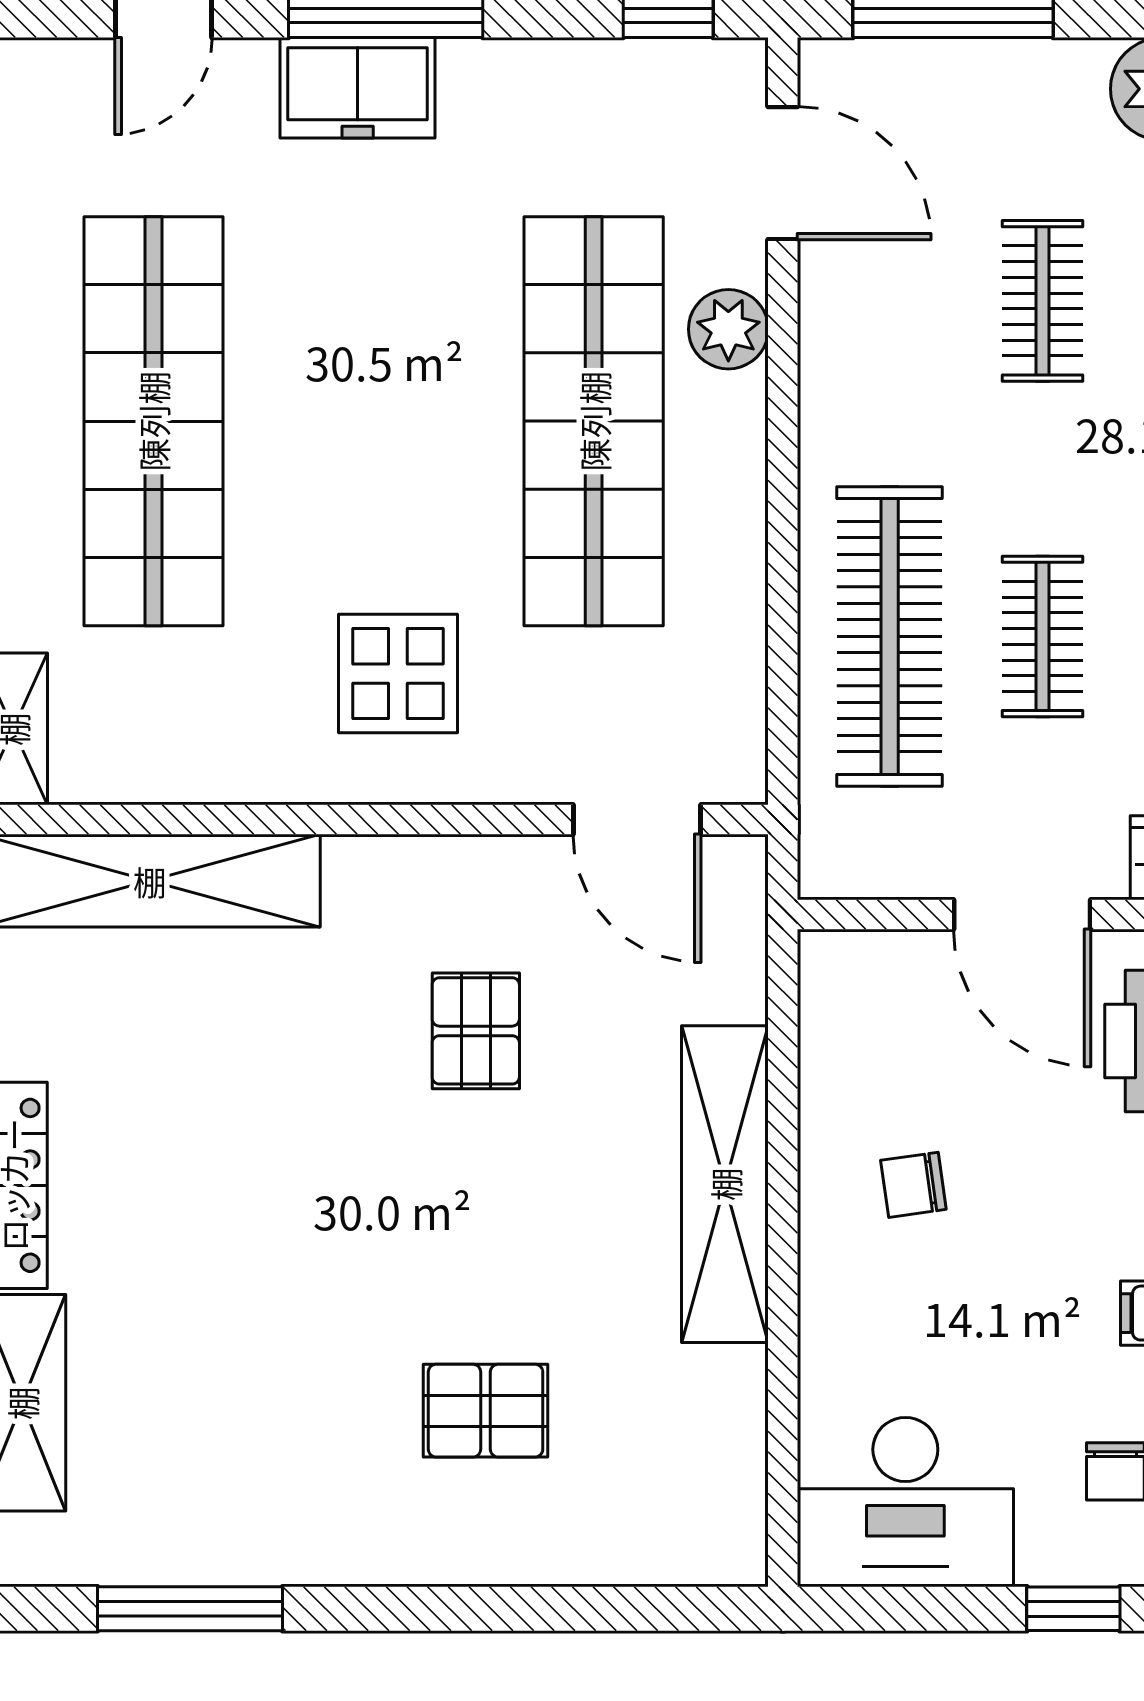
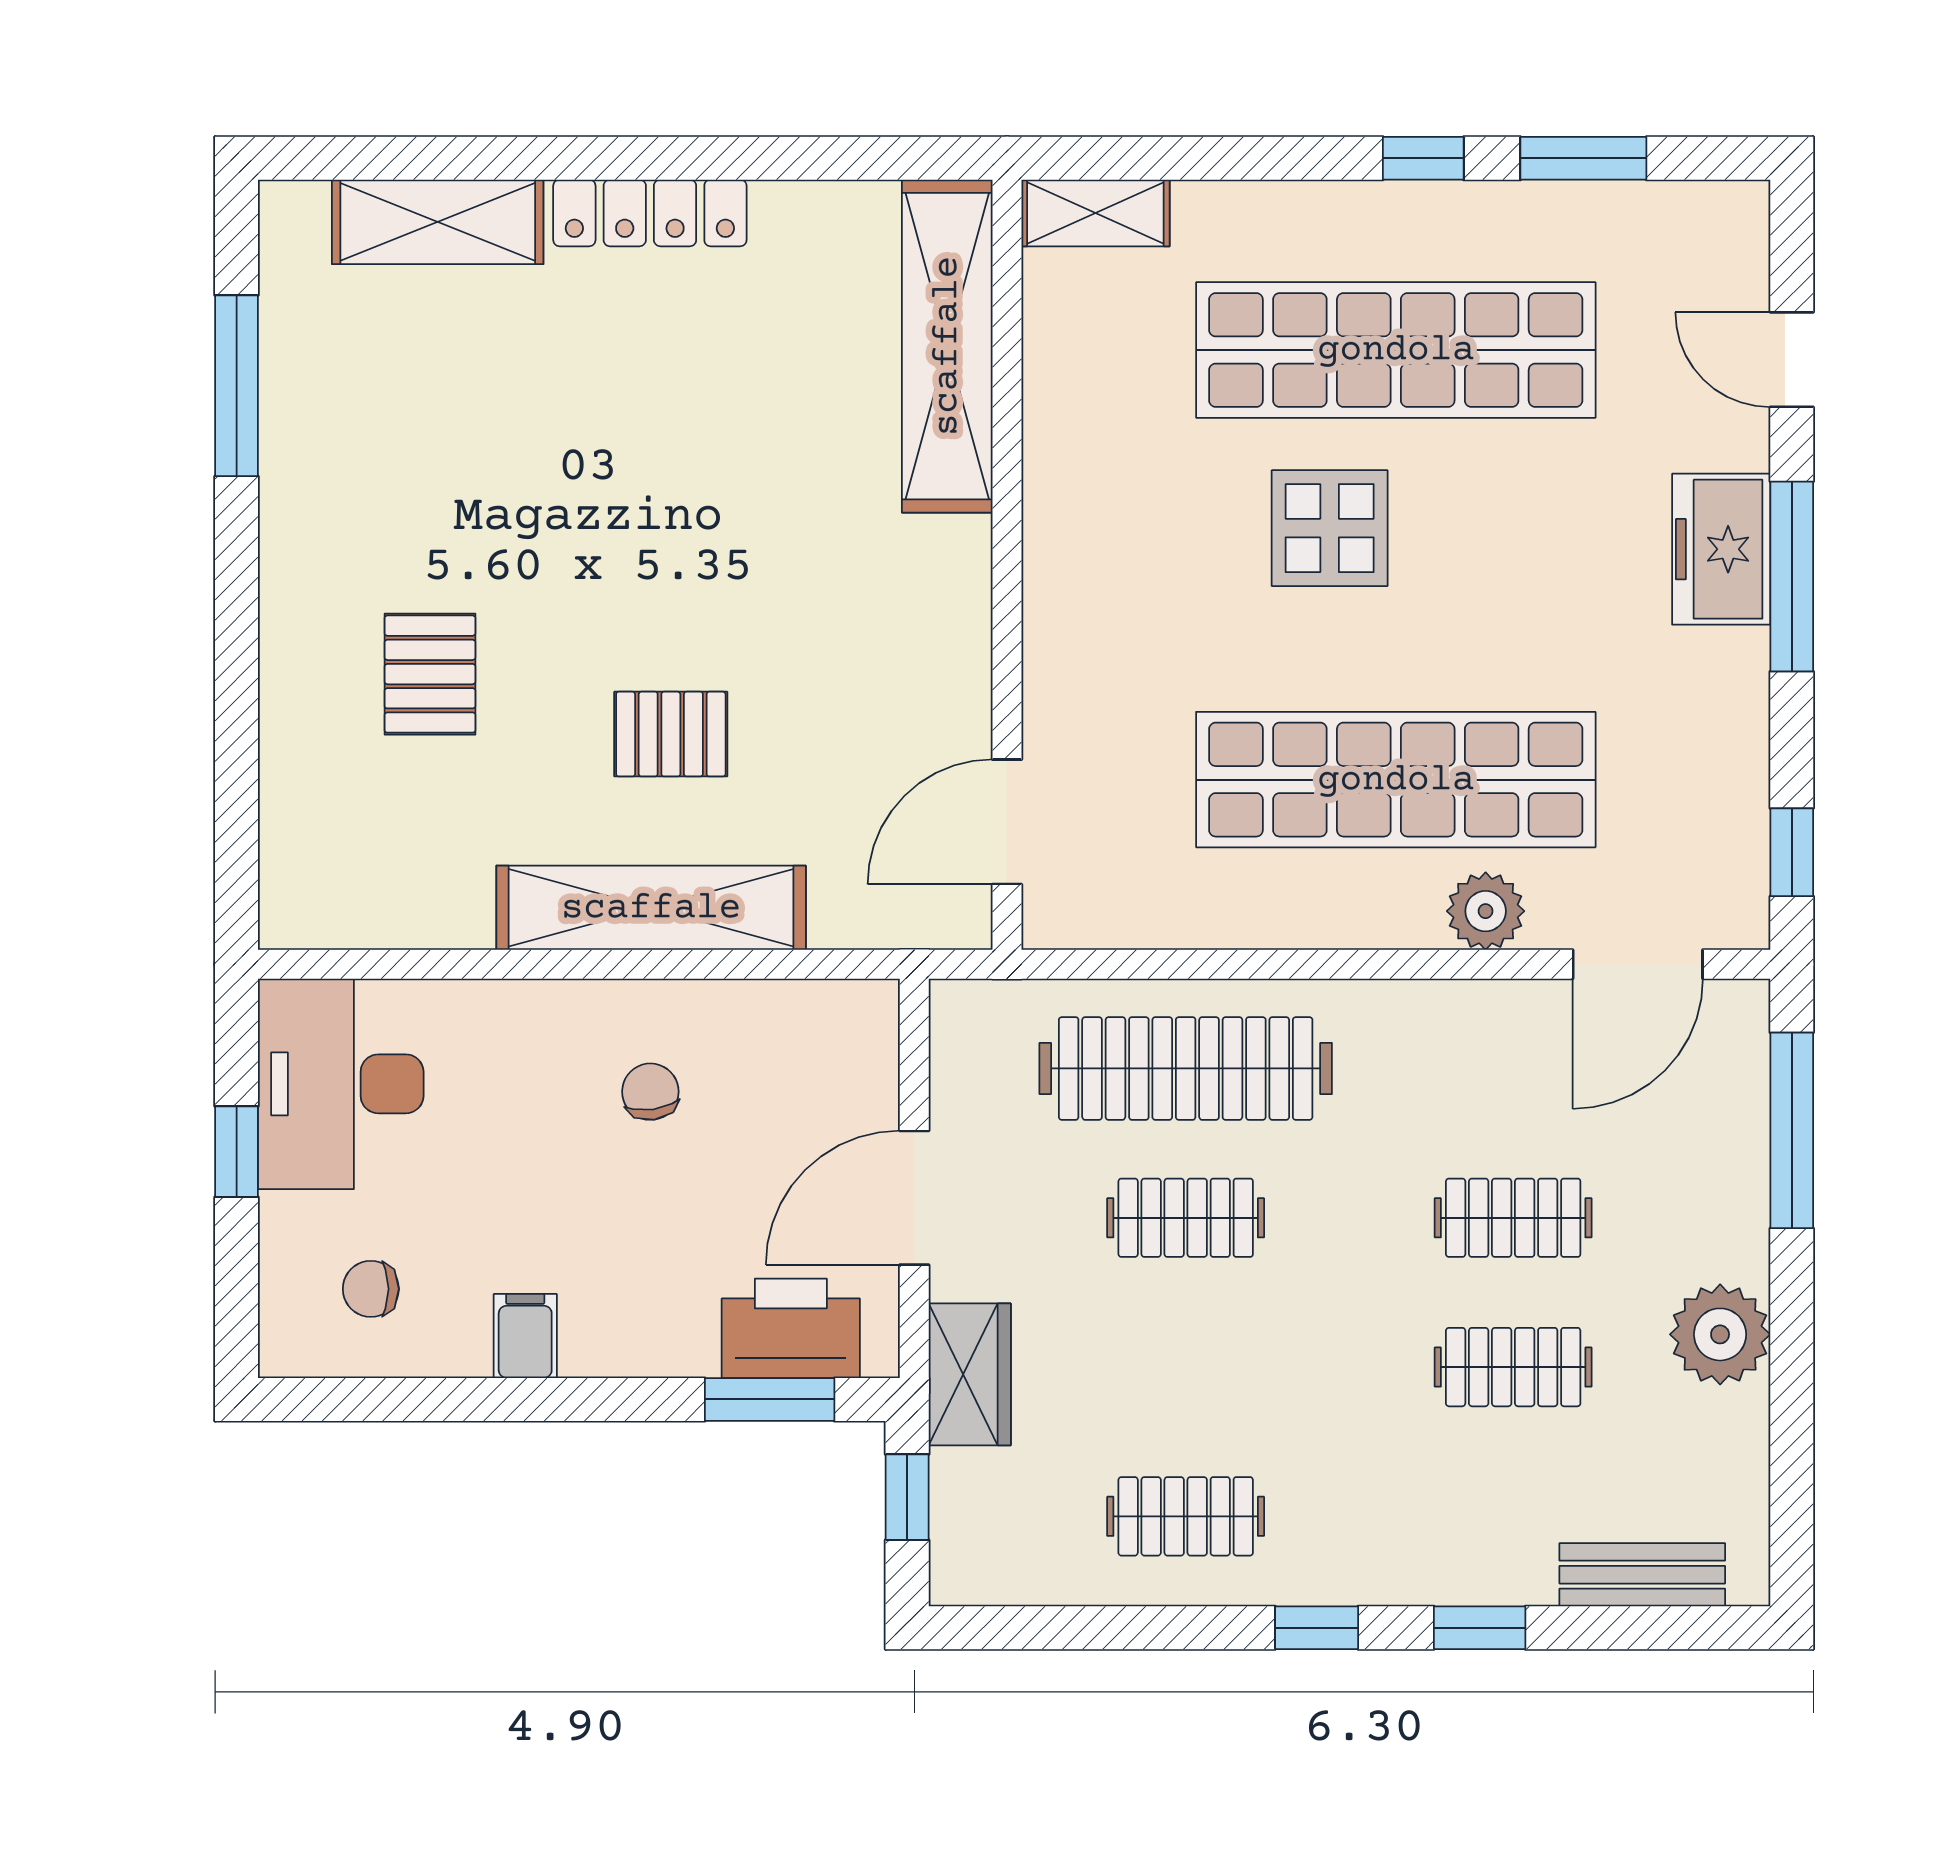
display table: (398, 674) -> (1330, 528), moved
pallet: (476, 1031) -> (671, 734), moved
window: (1073, 1609) -> (237, 1152), moved

